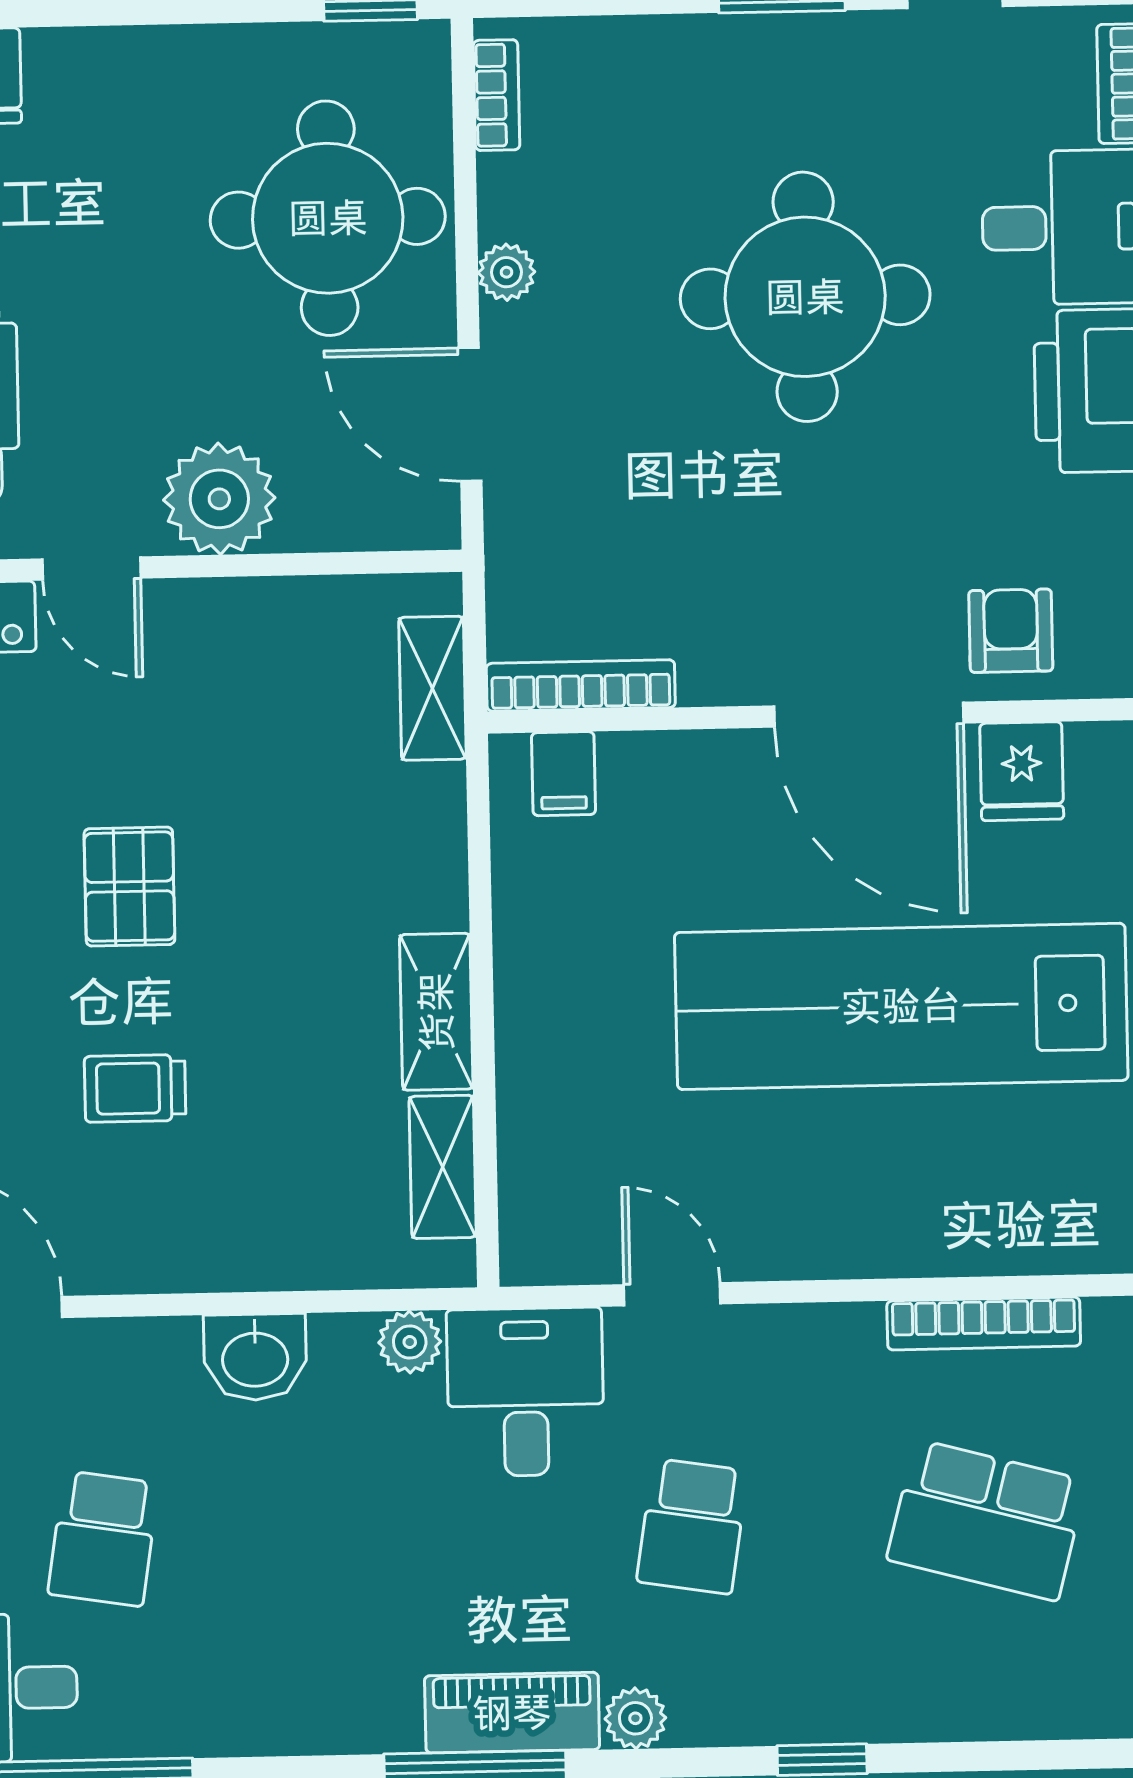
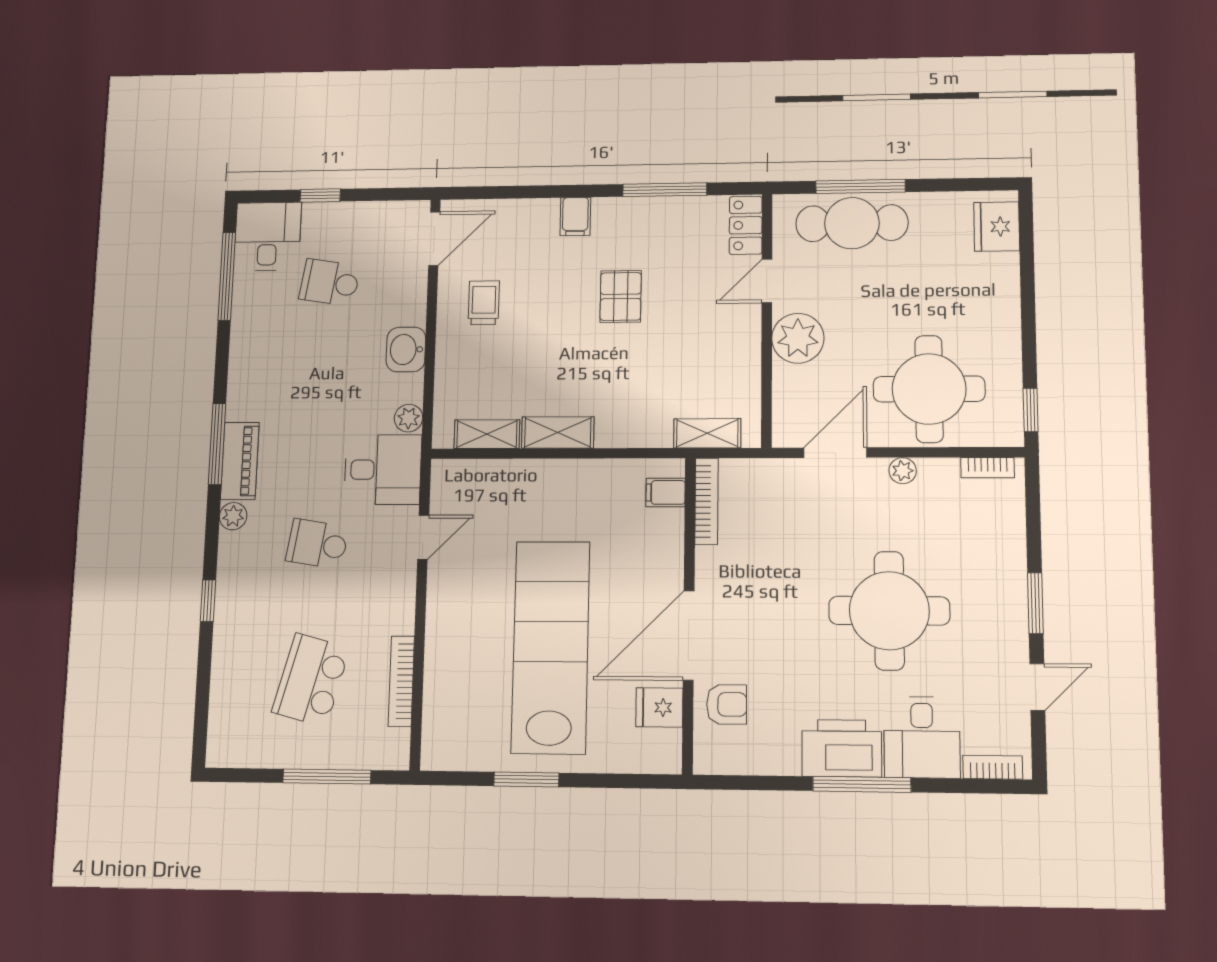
pallet: (129, 887) -> (621, 296), turned 90
trolley: (135, 1088) -> (484, 303), moved

